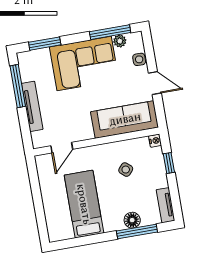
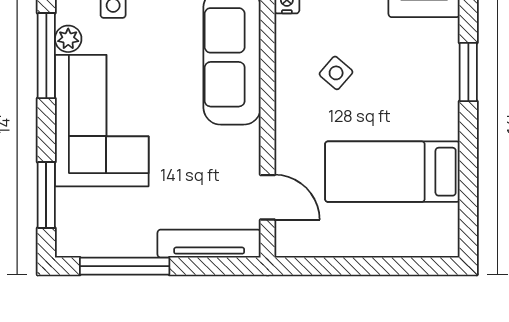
tv unit: (32, 106) -> (209, 244), moved
floor lamp: (132, 220) -> (443, 78), removed
window: (137, 232) -> (468, 72), width x0.69

